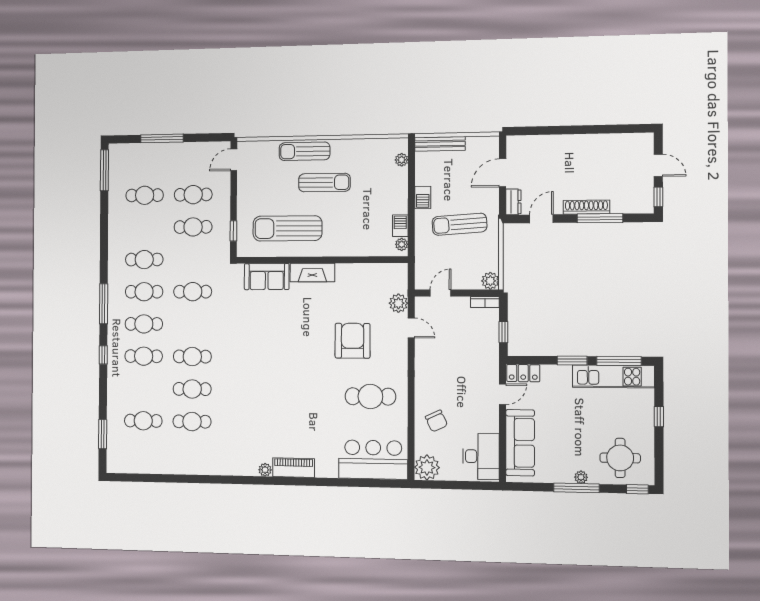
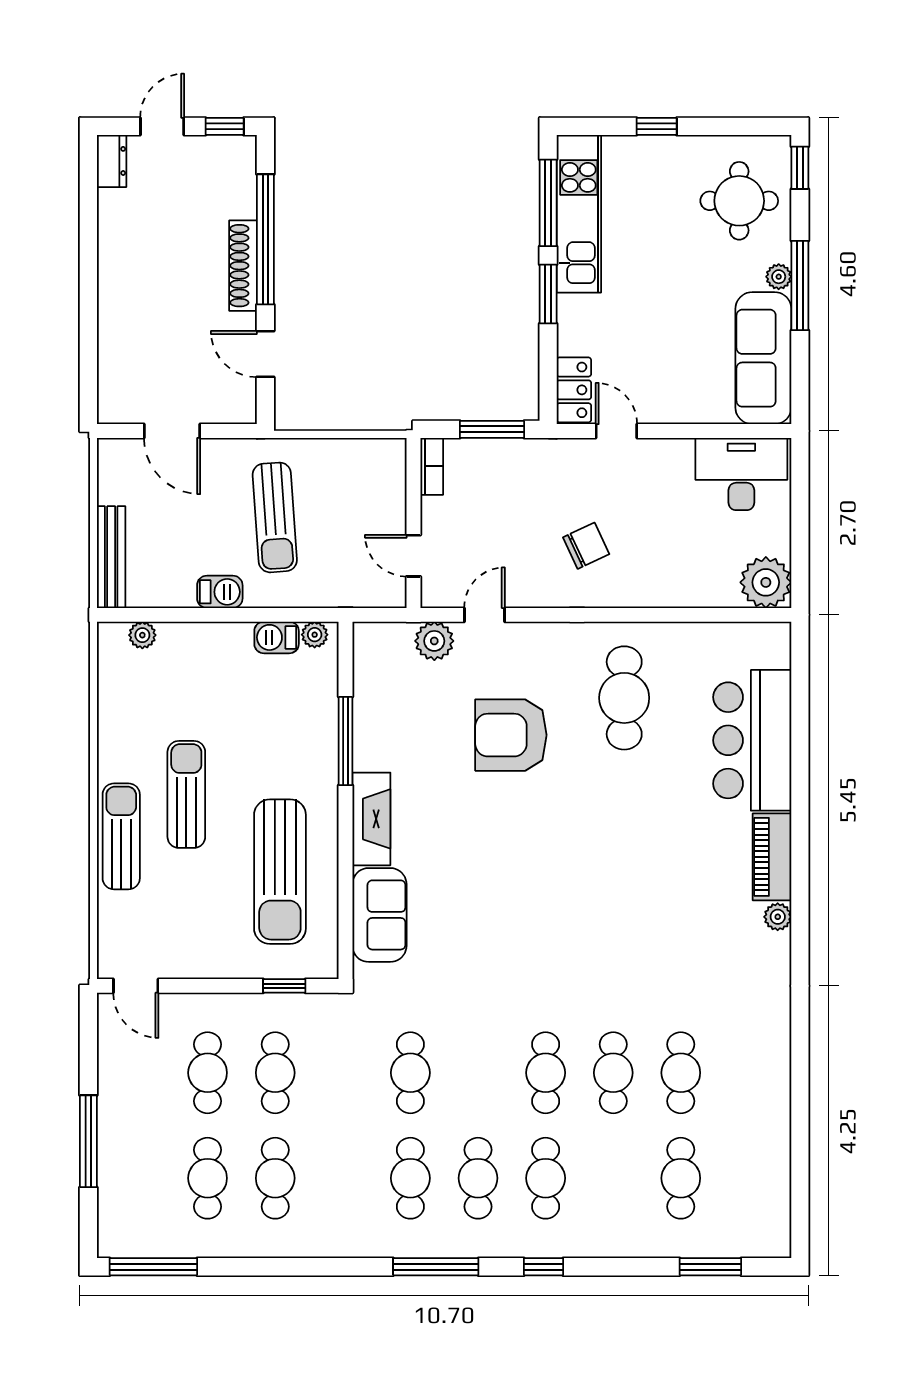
sun lounger: (304, 151) -> (121, 836), turned 180
dresser: (513, 202) -> (112, 161), moved, turned 90
window: (600, 218) -> (265, 239), width x1.46
cafe table: (144, 260) -> (275, 1178), moved
window: (350, 260) -> (345, 741), added
plant: (490, 281) -> (389, 455), removed
window: (503, 332) -> (492, 429), width x1.50
chair: (436, 421) -> (586, 546), moved
sofa: (520, 443) -> (763, 358), moved, turned -90
bar counter: (373, 460) -> (752, 740), moved

